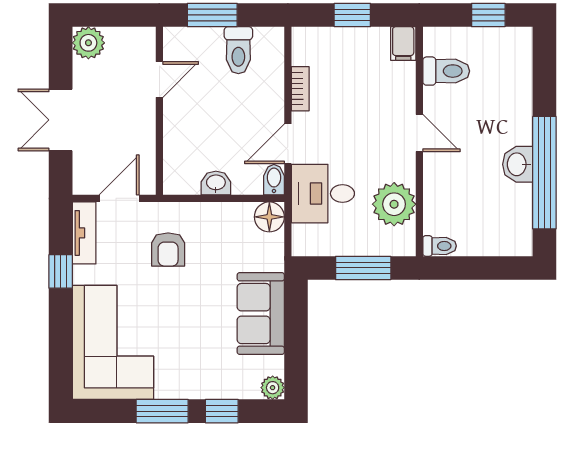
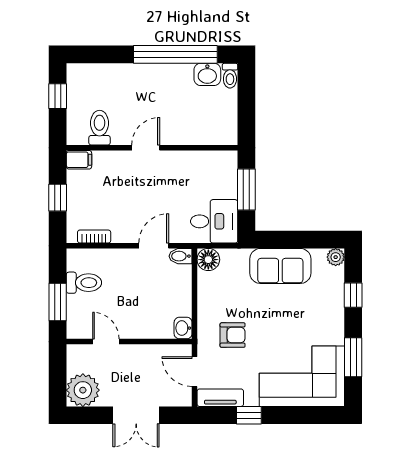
plant: (88, 43) -> (83, 390), width x1.36, depth x1.36
bookcase: (300, 89) -> (94, 237), moved
door: (288, 144) -> (154, 246), swing flipped
washbasin: (518, 164) -> (207, 74), moved
washbasin: (216, 183) -> (183, 328), moved
desk: (323, 194) -> (214, 221), moved, turned -90
plant: (394, 204) -> (199, 167), removed
toilet: (440, 246) -> (230, 76), moved, turned 180
window: (162, 411) -> (353, 357), moved

